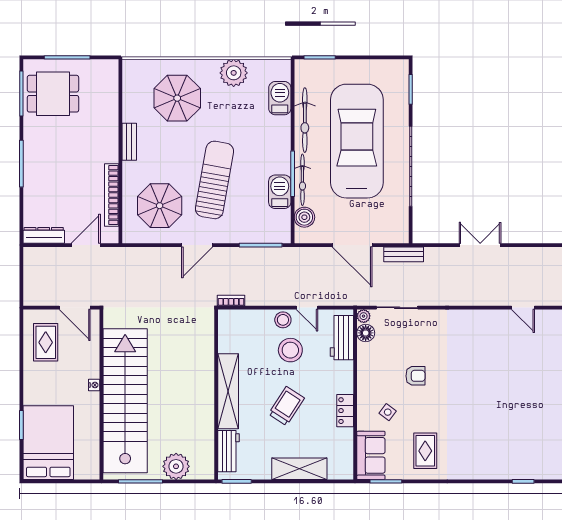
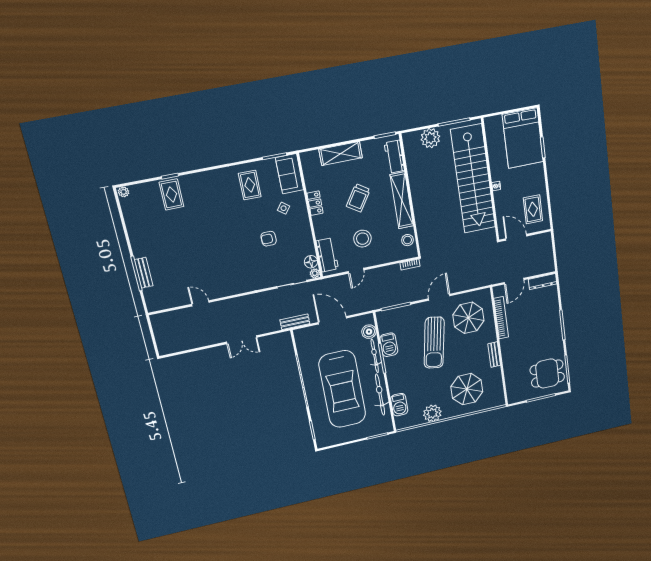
door: (307, 308) -> (356, 271), swing flipped
stool: (283, 320) -> (408, 240), moved
rug: (527, 458) -> (171, 194), added

